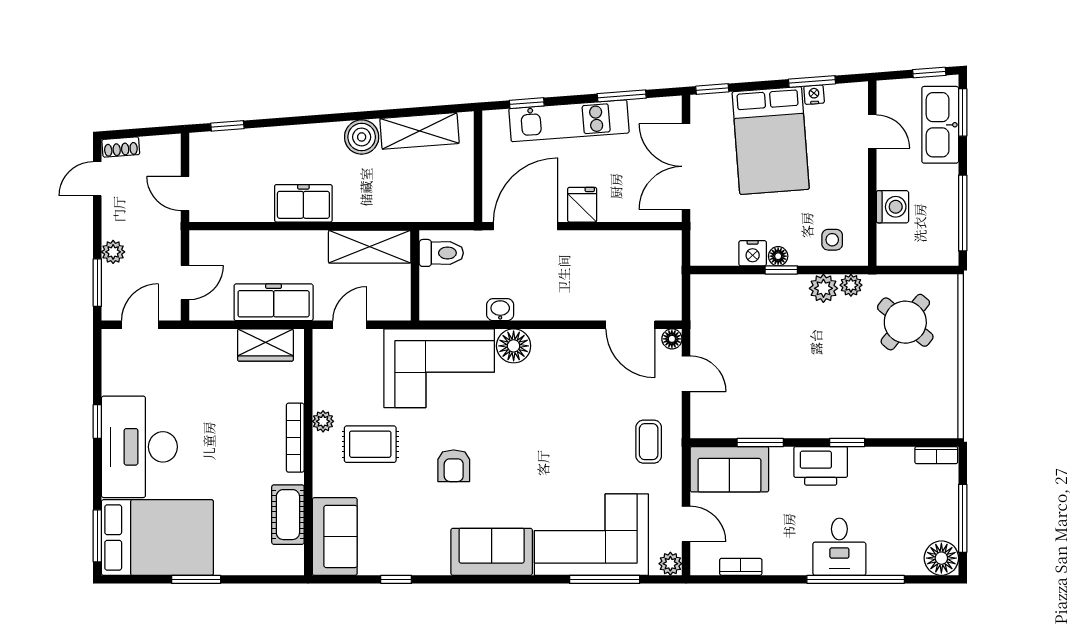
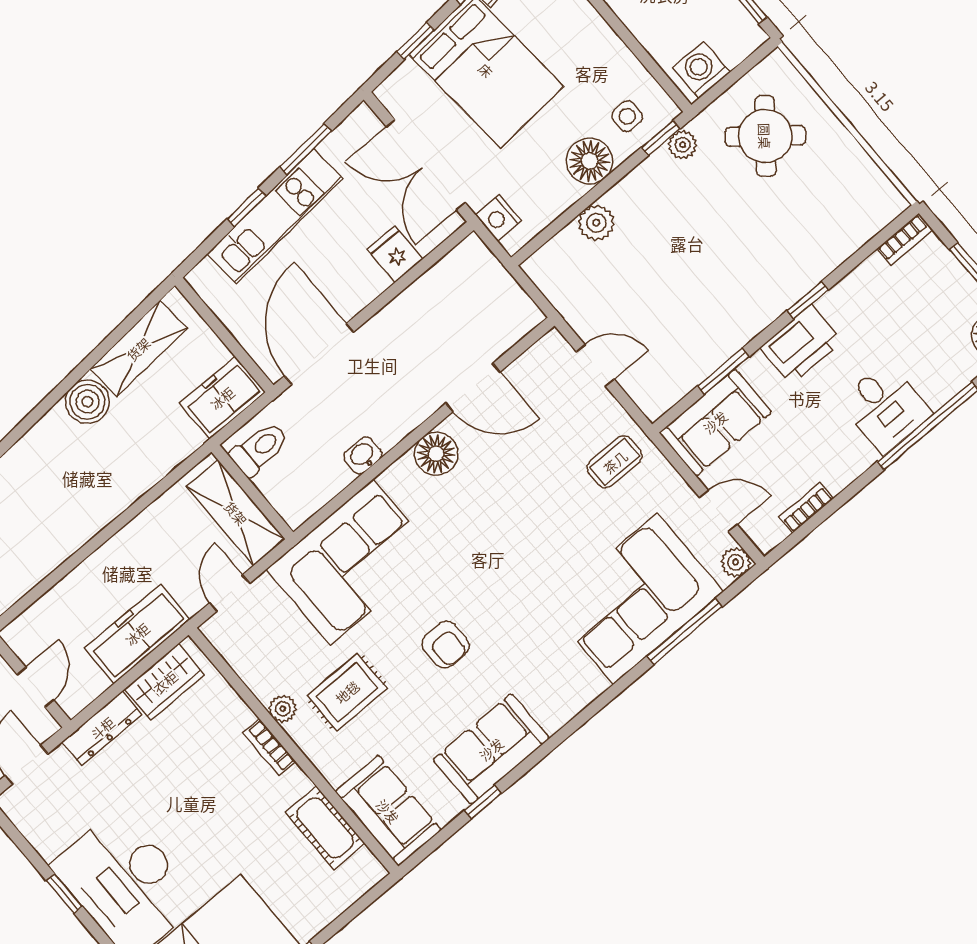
window: (712, 89) -> (416, 41), moved
window: (527, 103) -> (246, 207), moved
freezer: (303, 203) -> (222, 398), moved
fridge: (582, 205) -> (395, 254), moved
washing machine: (892, 207) -> (701, 70), moved, turned -90
shelving: (370, 247) -> (236, 513), moved, turned 90
nightstand: (753, 253) -> (498, 218), moved, turned 90
floor lamp: (778, 256) -> (590, 161), width x1.89, depth x1.89
window: (781, 270) -> (661, 138), moved
plant: (823, 288) -> (596, 223), moved
door: (630, 325) -> (473, 388), moved
floor lamp: (672, 339) -> (553, 343), removed
dresser: (204, 341) -> (102, 728), added
floor lamp: (514, 346) -> (436, 454), moved
bookcase: (295, 438) -> (269, 747), width x0.64
coffee table: (649, 442) -> (615, 462), turned 90
sofa: (492, 552) -> (491, 749), moved

